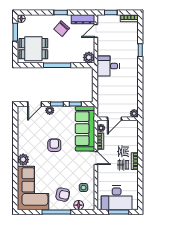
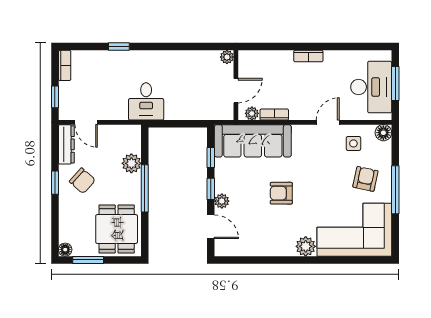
plant: (89, 57) -> (131, 163), moved
door: (114, 119) -> (236, 91), hinge flipped
door: (96, 158) -> (328, 122), moved
floor lamp: (79, 205) -> (383, 133), moved

